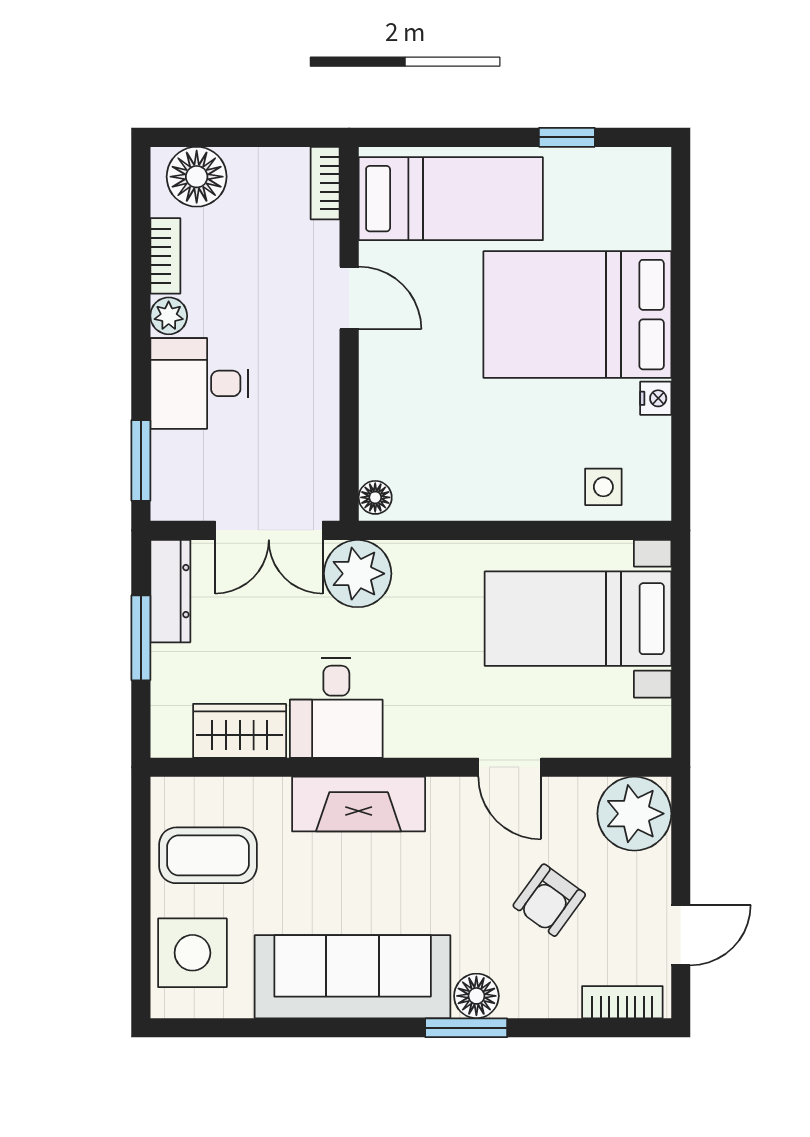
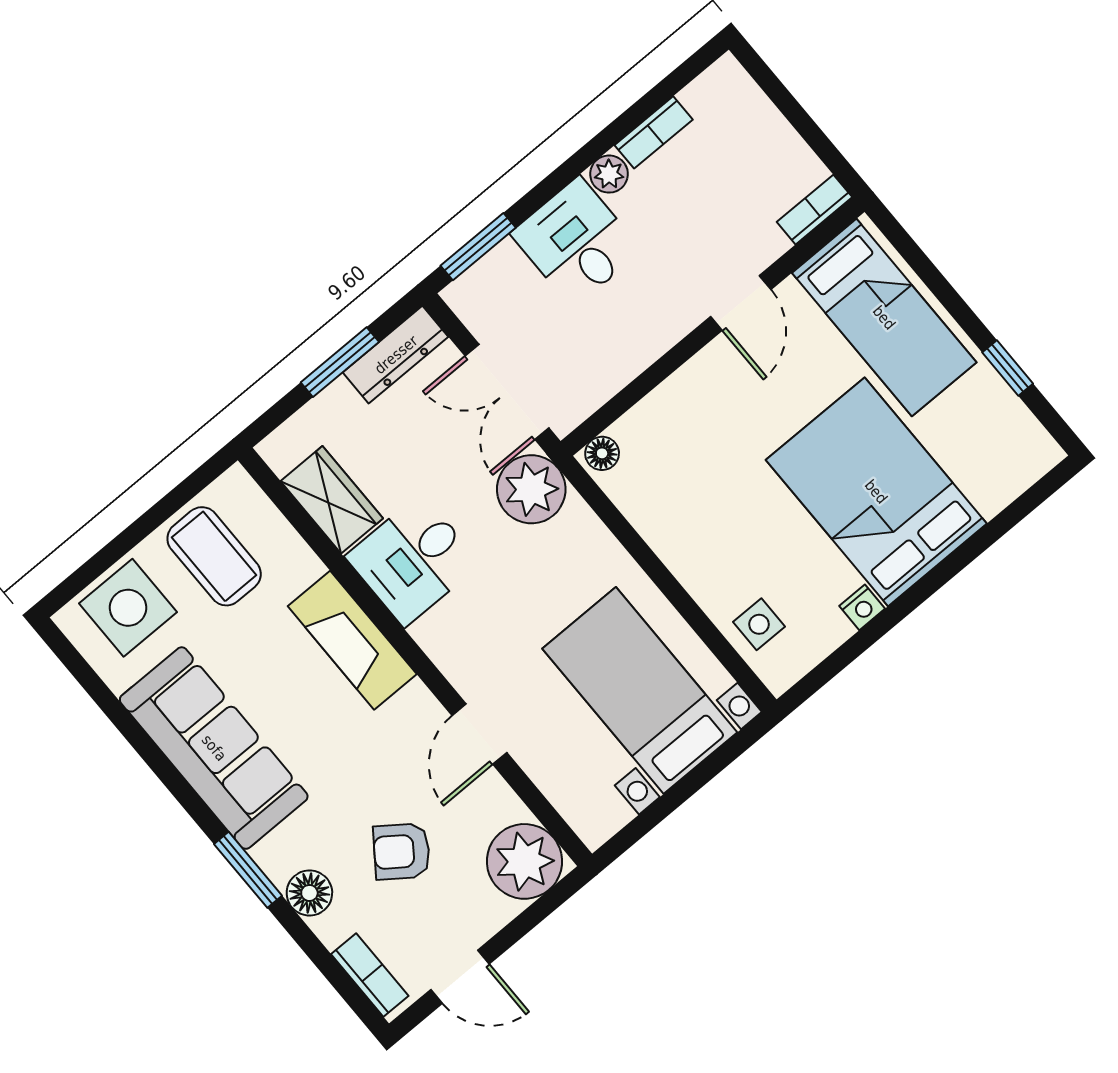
floor lamp: (197, 177) -> (736, 105), removed
floor lamp: (476, 996) -> (309, 893), moved

